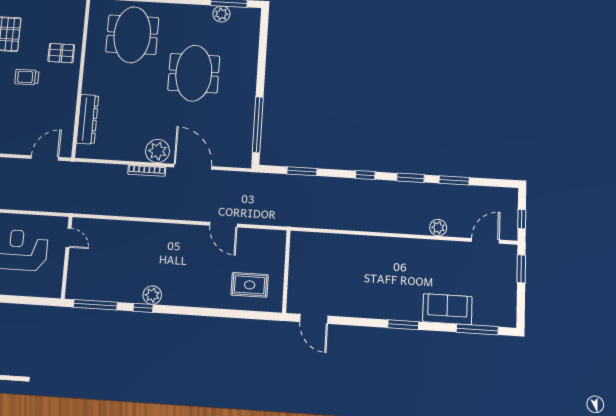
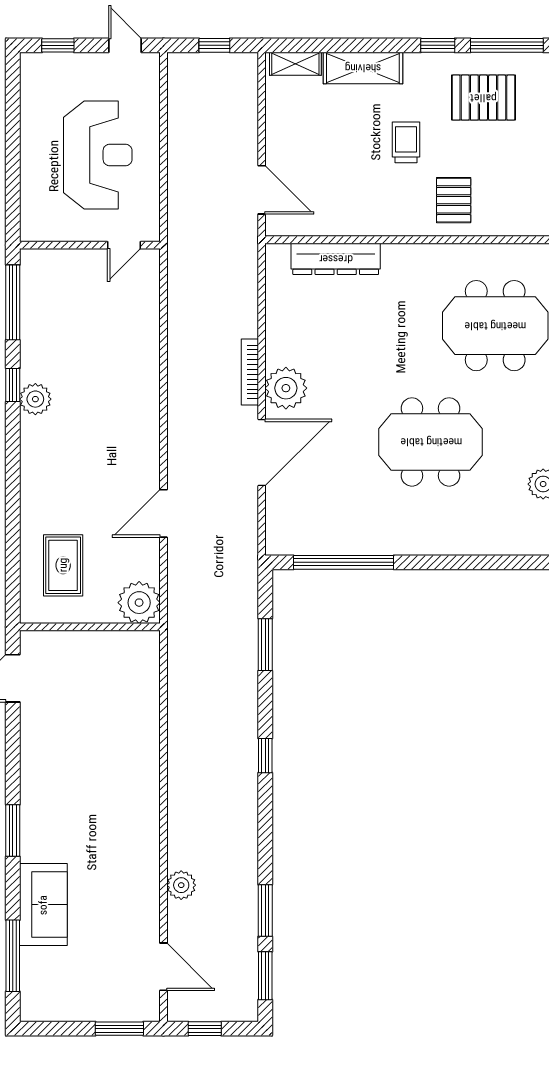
window: (410, 178) -> (265, 976), moved
plant: (274, 242) -> (139, 603), added

